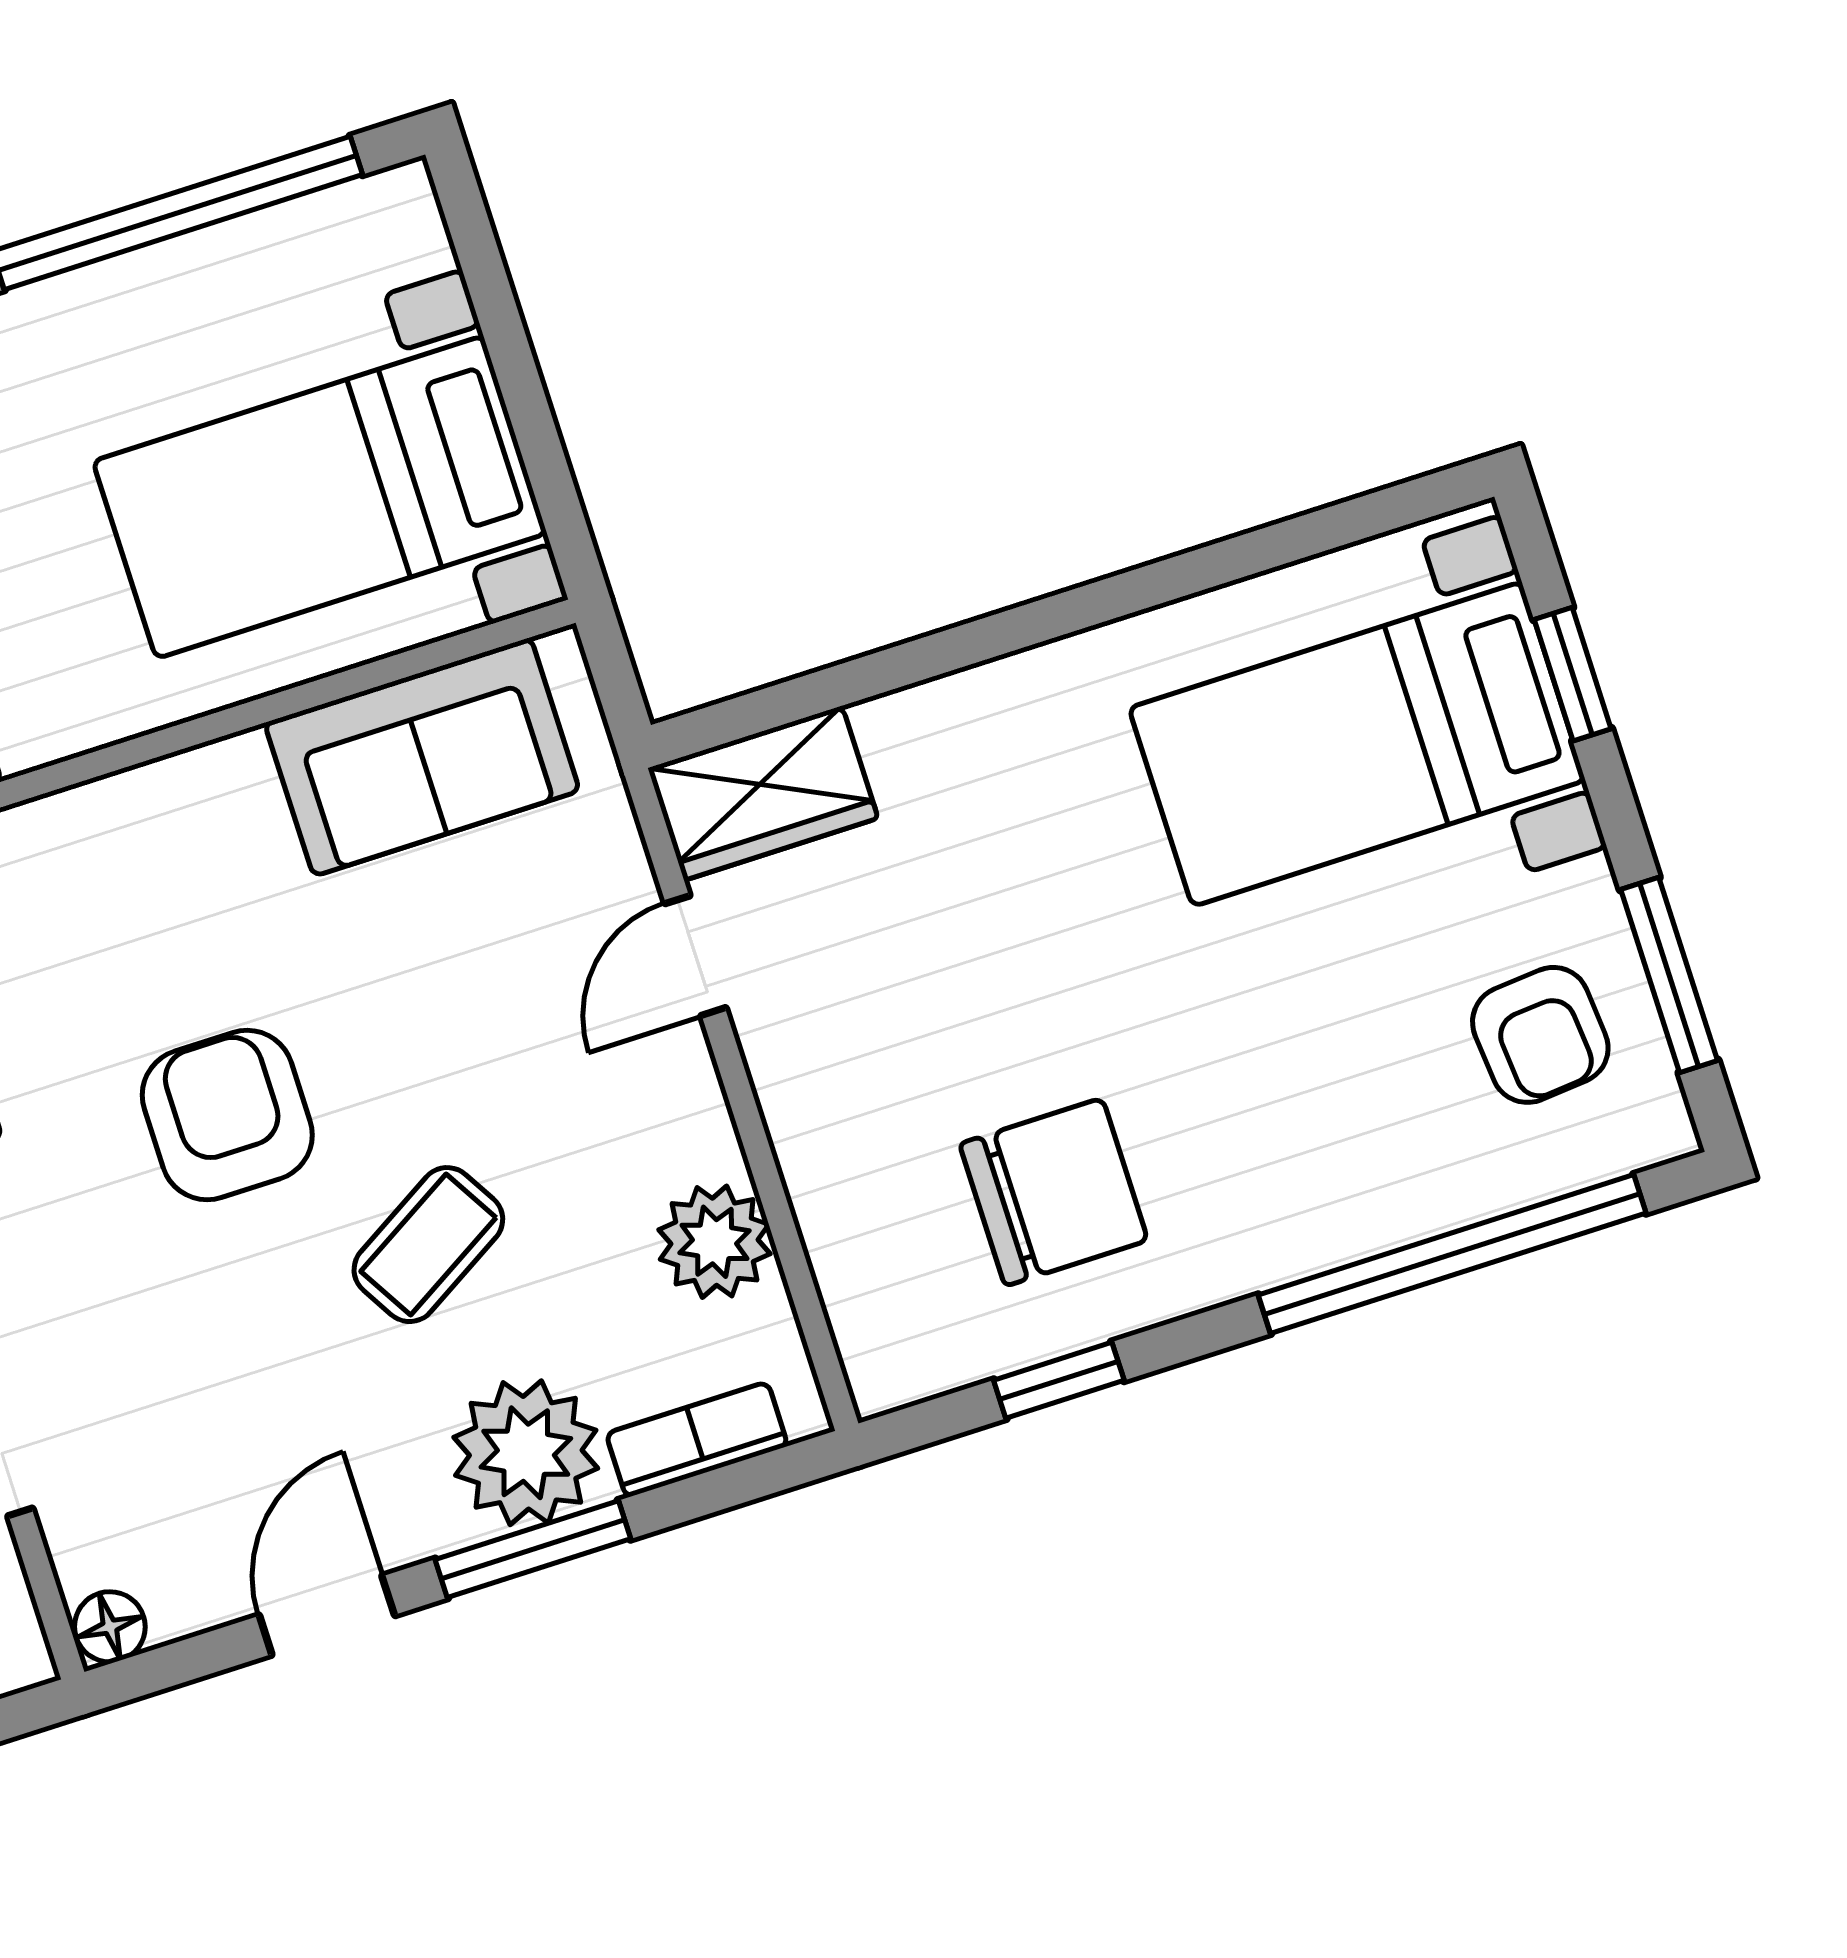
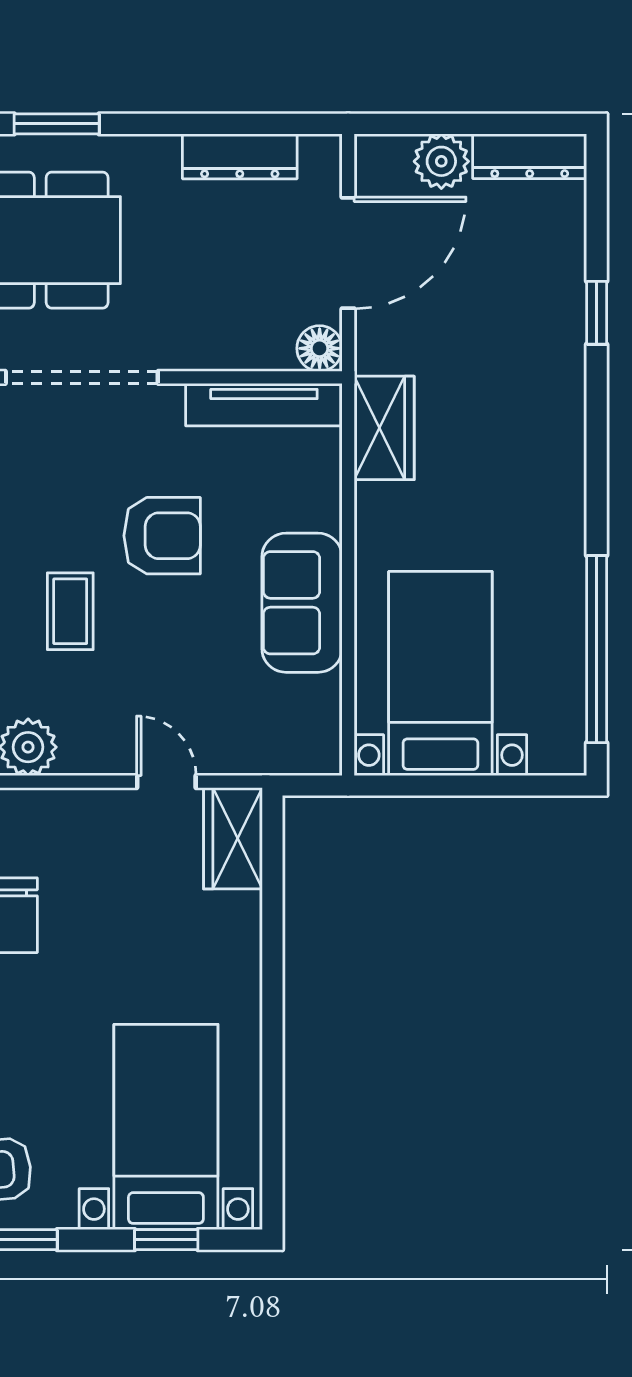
sofa: (422, 757) -> (302, 603), moved
coffee table: (428, 1245) -> (70, 611), turned 31

